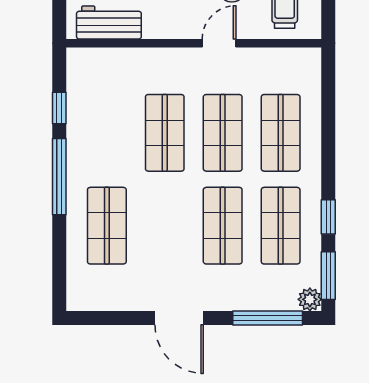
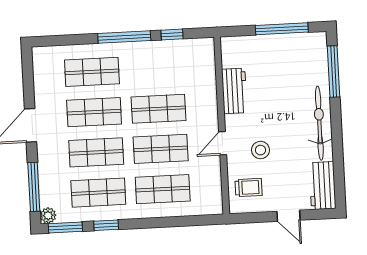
workbench: (109, 22) -> (234, 91), moved
door: (219, 43) -> (223, 143), swing flipped
shop shelf: (165, 226) -> (94, 112), added

